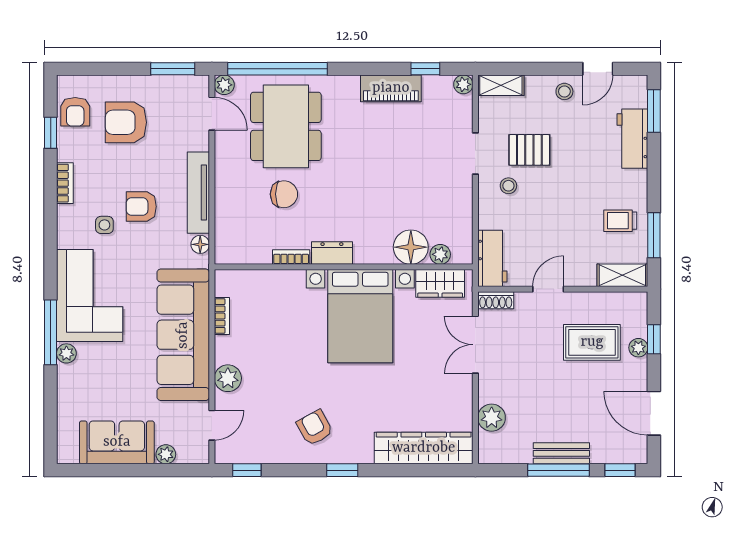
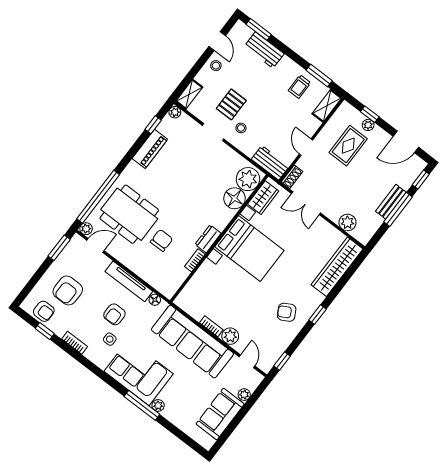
plant: (440, 254) -> (248, 179), width x1.88, depth x1.88
bookcase: (222, 316) -> (211, 326), moved

